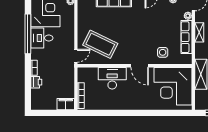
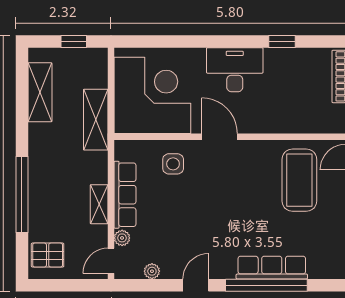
coffee table: (100, 44) -> (299, 180), turned 64
desk: (112, 78) -> (235, 70), moved, turned 180
window: (109, 113) -> (282, 41), added

